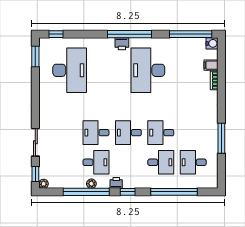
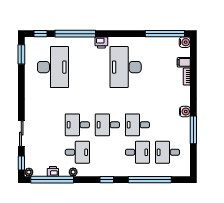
window: (130, 34) -> (75, 34), moved
water cooler: (212, 118) -> (185, 112), added
printer: (116, 183) -> (53, 171), moved
window: (86, 192) -> (52, 180), moved

